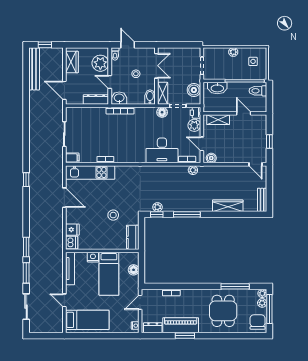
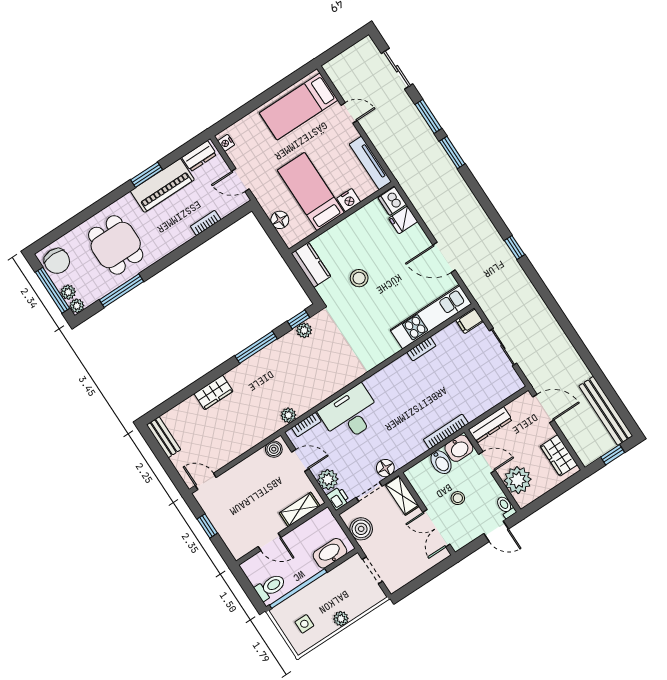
bidet: (150, 97) -> (441, 462), moved
wardrobe: (228, 206) -> (213, 392), width x0.67
door: (140, 302) -> (240, 180), swing flipped

